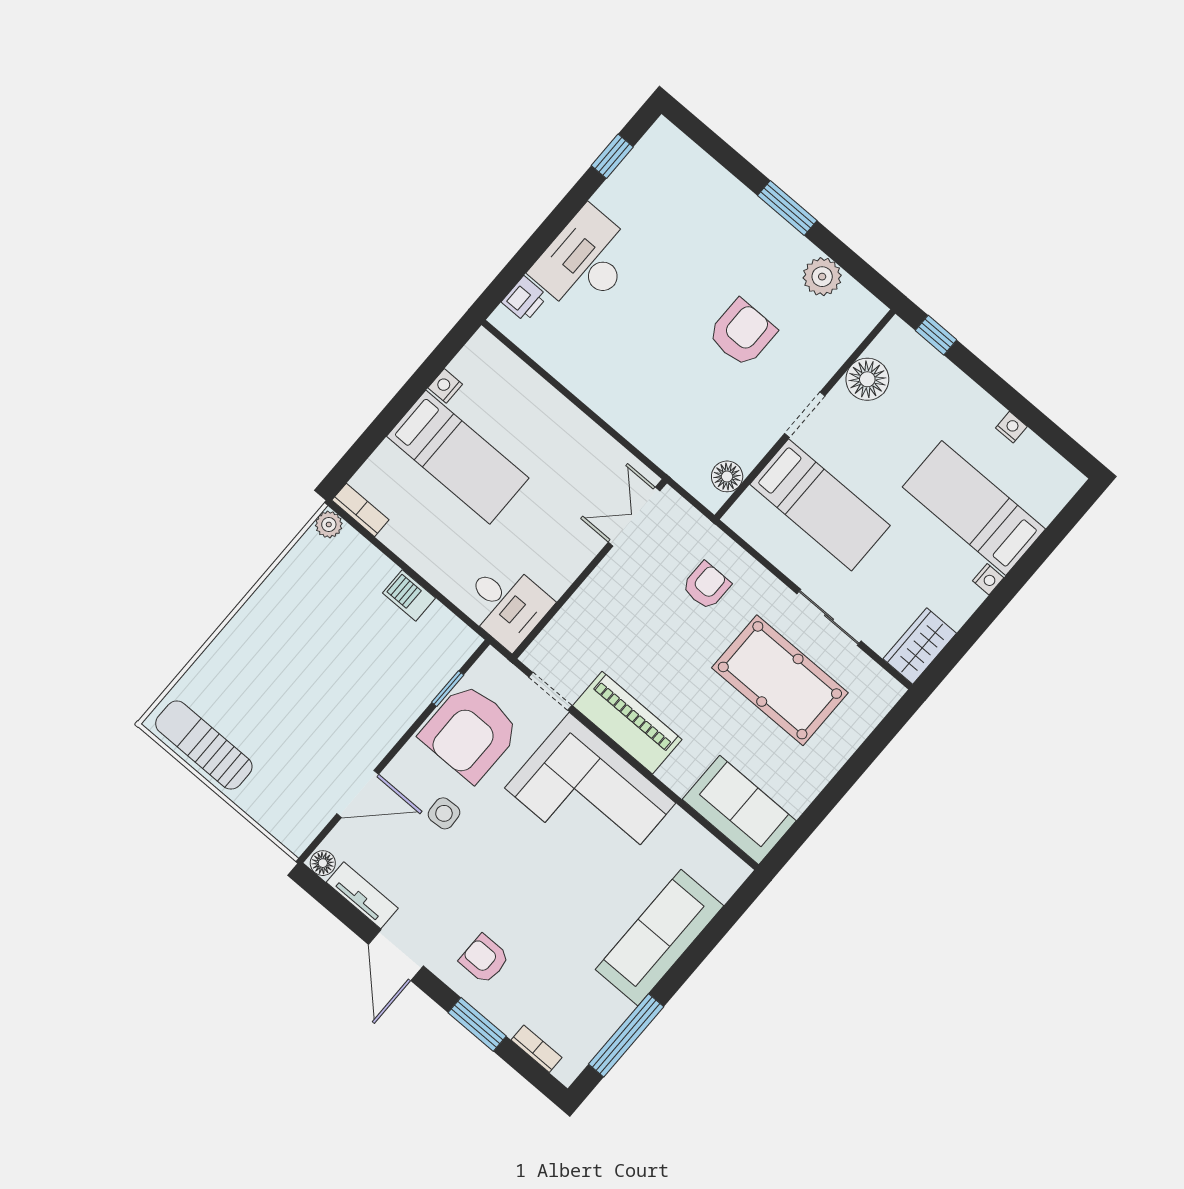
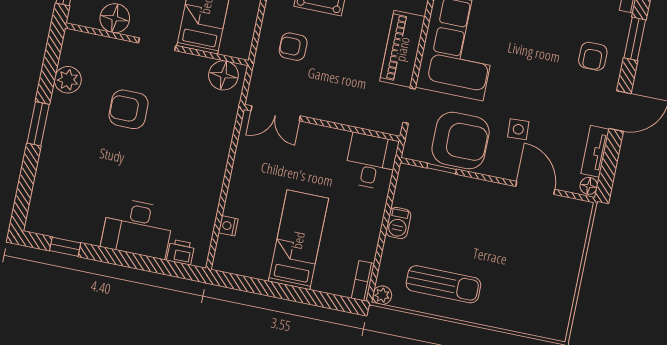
nightstand: (445, 386) -> (228, 226), moved, turned 90
floor lamp: (727, 476) -> (223, 75), width x1.38, depth x1.38
sun lounger: (204, 745) -> (443, 284), moved, turned -90

